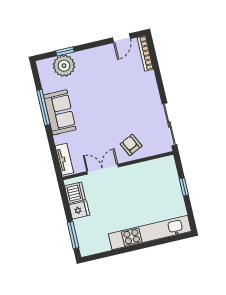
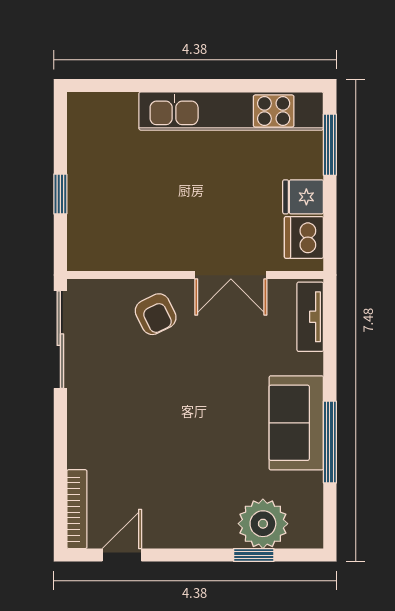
kitchen unit: (150, 233) -> (231, 111), moved

